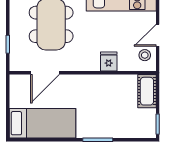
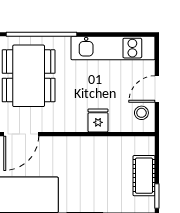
cot: (147, 91) -> (144, 176), moved

